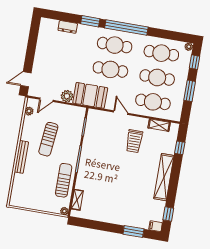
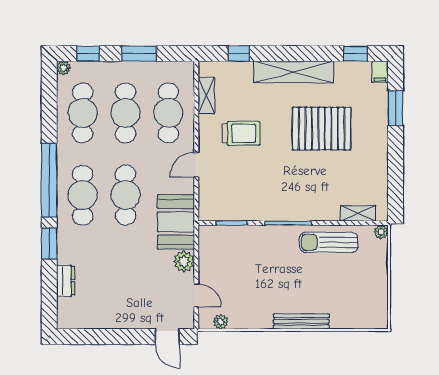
sun lounger: (48, 139) -> (263, 280), removed
pallet: (129, 187) -> (322, 129), added

